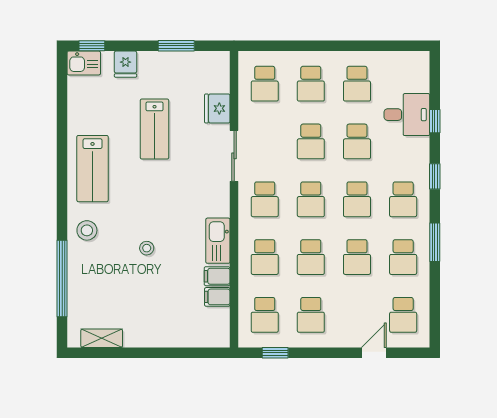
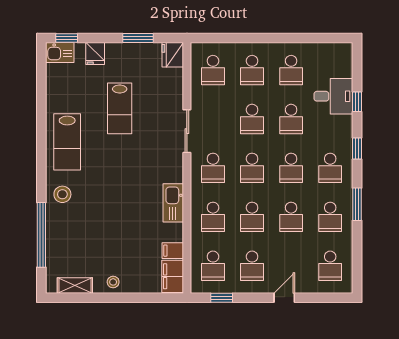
fridge: (217, 108) -> (173, 55), moved
stool: (147, 248) -> (113, 282), moved
filing cabinet: (217, 276) -> (173, 276), moved, width x2.00
door: (374, 353) -> (284, 298), moved

